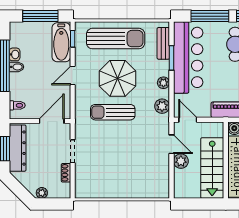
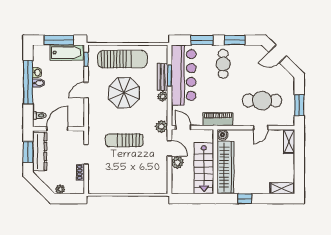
window: (210, 16) -> (202, 40), width x0.69
bathtub: (61, 42) -> (67, 53), moved, turned -90
bench: (163, 43) -> (163, 77), moved
plant: (162, 106) -> (162, 127), moved
sun lounger: (113, 112) -> (124, 140), moved
door: (52, 121) -> (57, 129), moved

